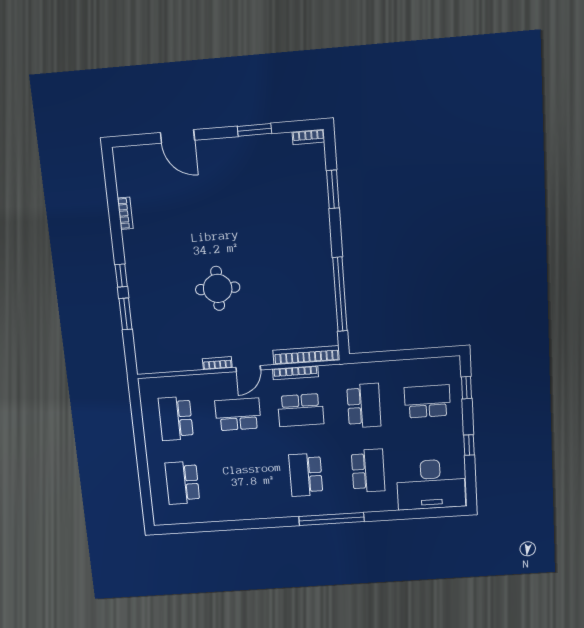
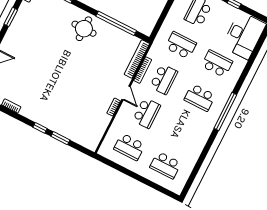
round table: (218, 288) -> (84, 29), moved
school desk: (238, 414) -> (147, 113), turned 180
window: (332, 519) -> (225, 111), moved

